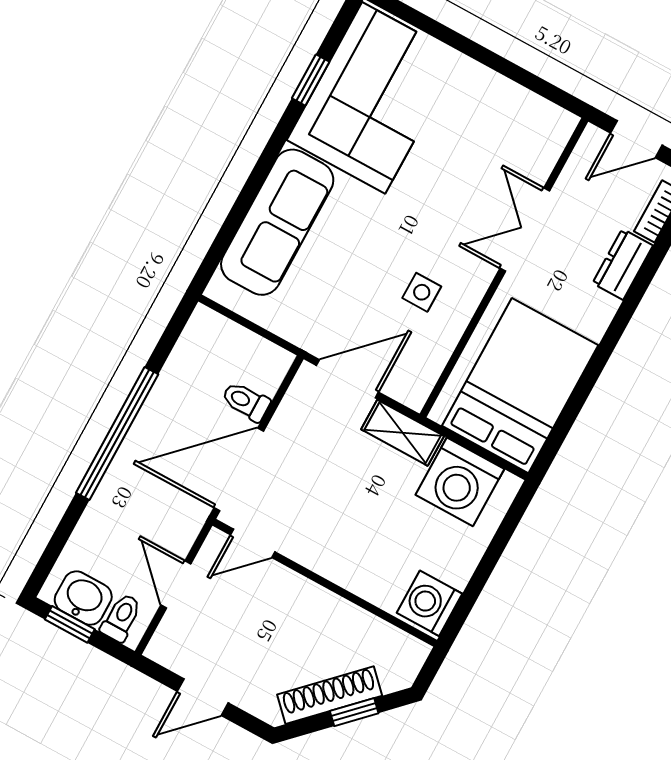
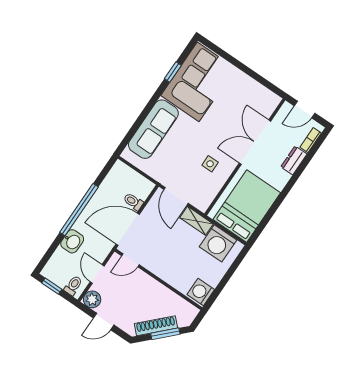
double door: (525, 230) -> (255, 142), width x1.37
door: (347, 379) -> (176, 196), swing flipped
washbasin: (83, 598) -> (72, 241), moved, turned 90
plant: (170, 647) -> (92, 299), added
window: (354, 712) -> (165, 334), width x1.50

